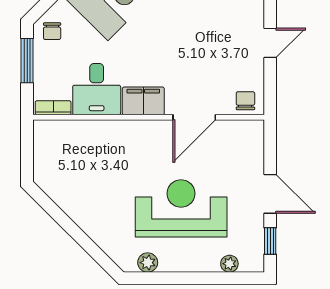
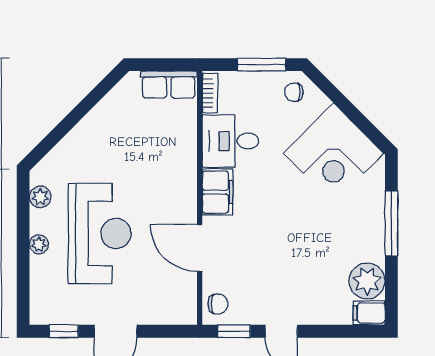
window: (270, 86) -> (234, 331), added
row of seats: (45, 145) -> (169, 85), added
plant: (229, 264) -> (39, 244), moved

